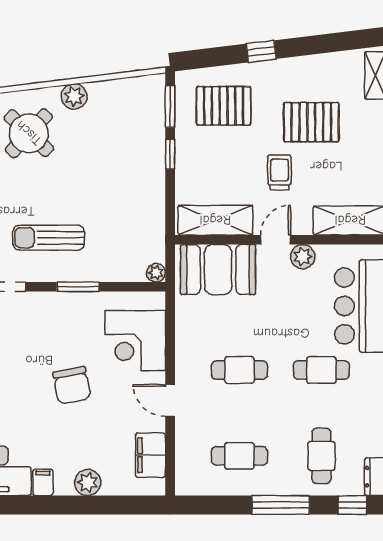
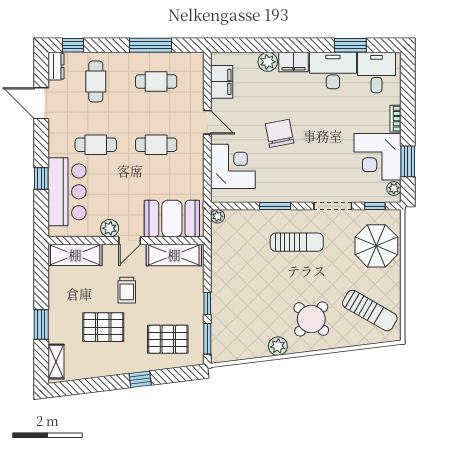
filing cabinet: (43, 482) -> (294, 62), width x2.00
window: (281, 505) -> (150, 45), moved

